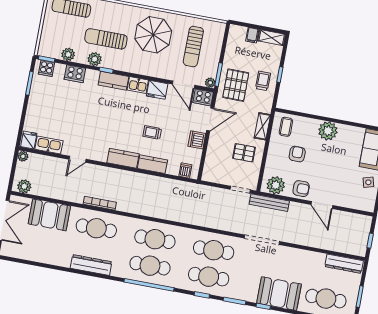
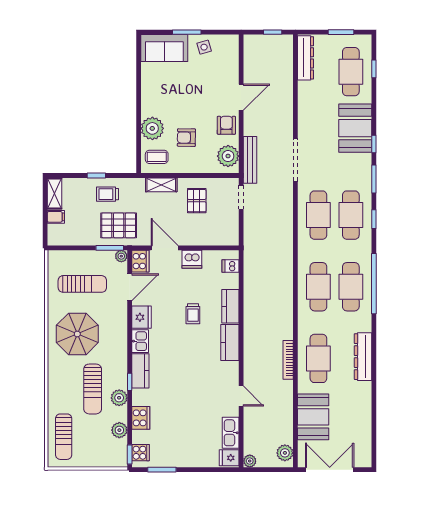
plant: (328, 131) -> (152, 128), moved

